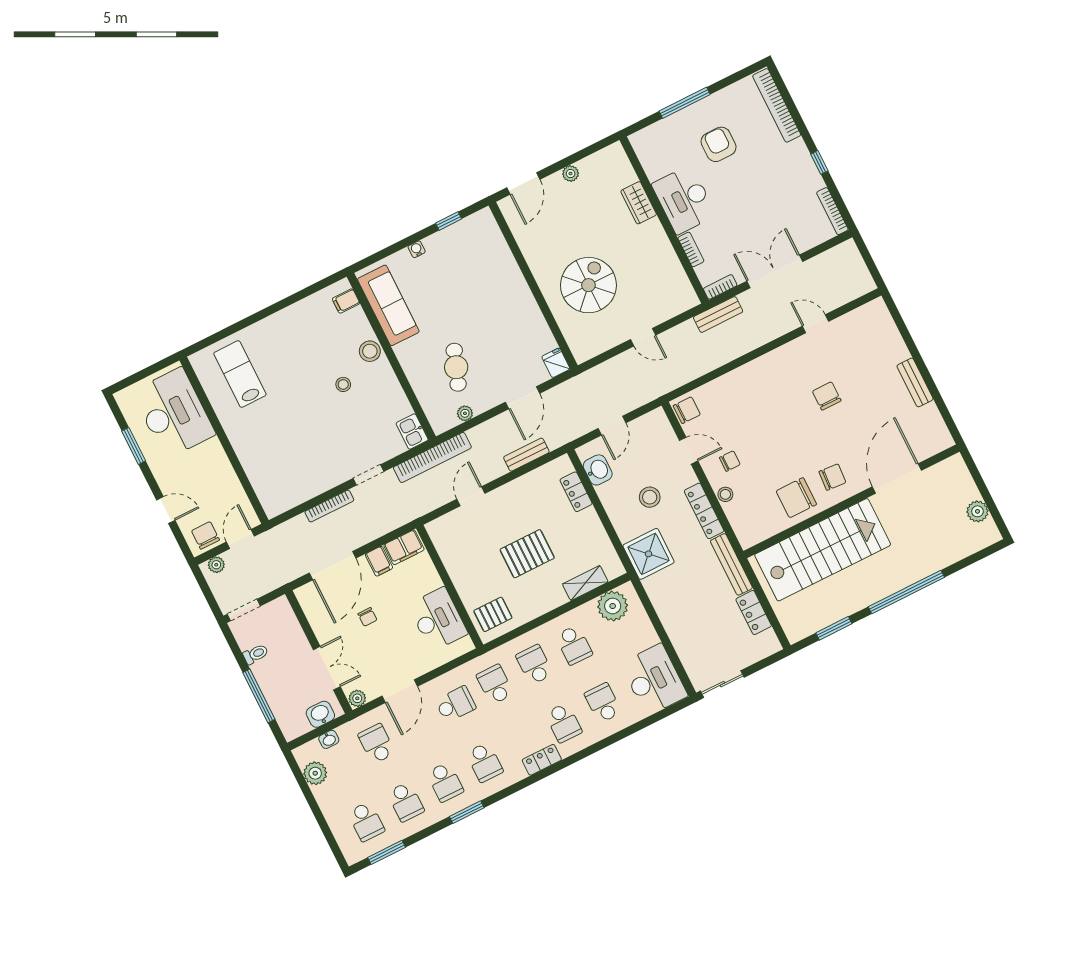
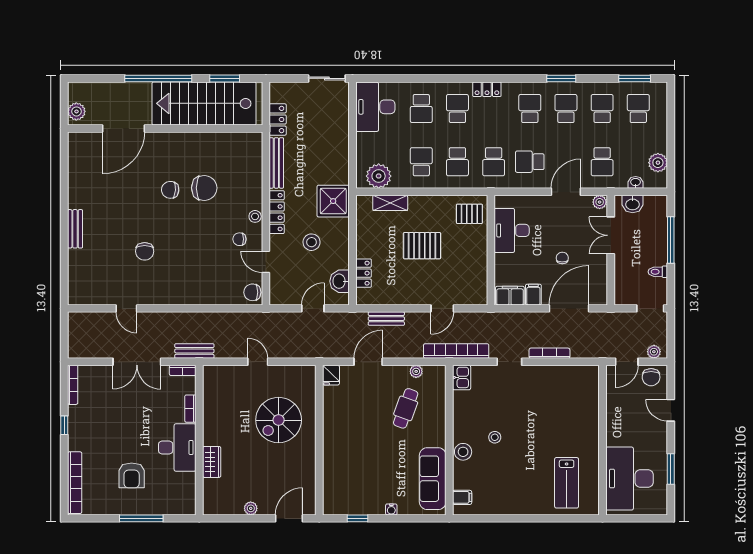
door: (897, 479) -> (123, 128), moved
wall: (852, 501) -> (165, 128), moved
stairs: (823, 550) -> (204, 103), moved

